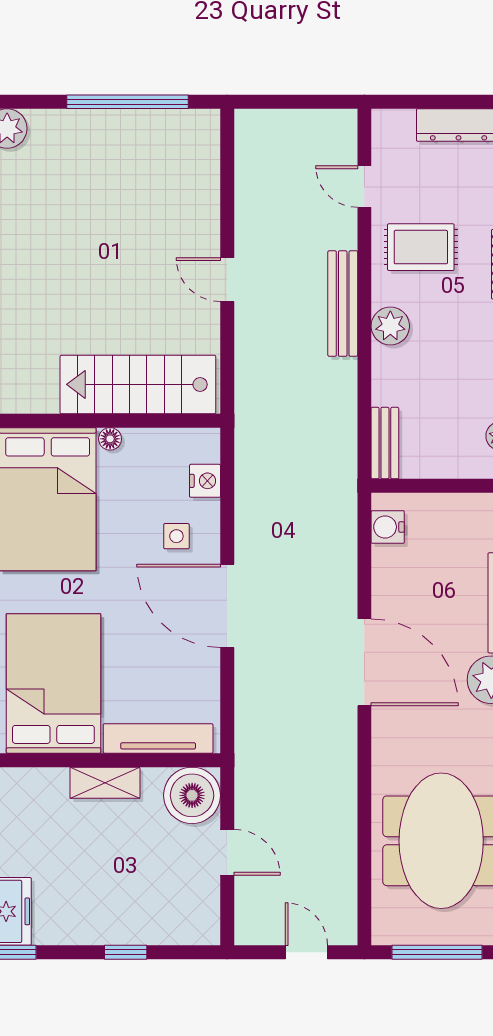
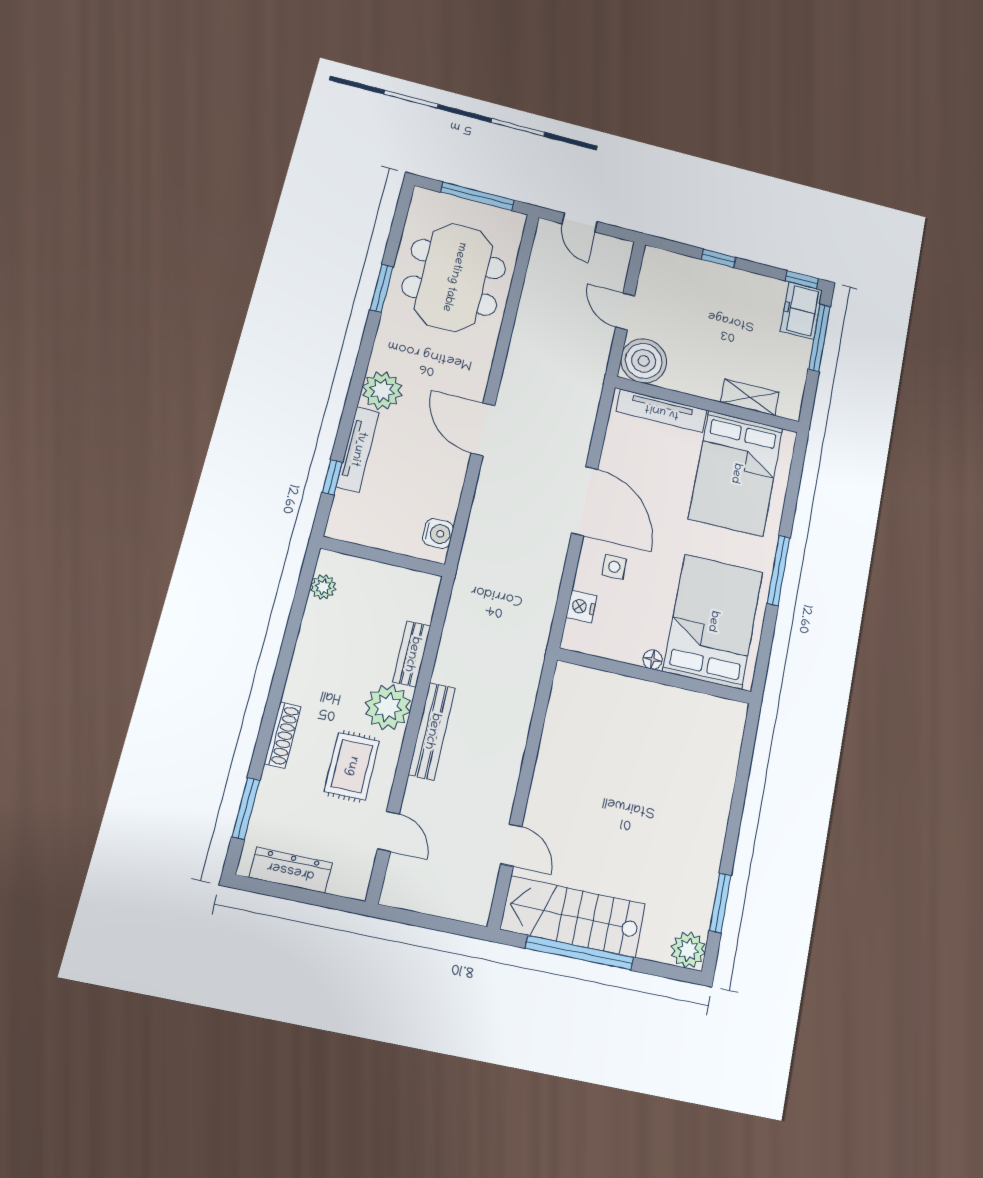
rug: (421, 247) -> (352, 766), turned 90
door: (227, 280) -> (511, 845), moved
plant: (390, 326) -> (388, 707), width x1.36, depth x1.36
stairs: (138, 384) -> (573, 917), moved, turned 180
bench: (385, 443) -> (412, 654), moved
door: (364, 662) -> (483, 429), width x0.73
shelving: (105, 783) -> (750, 397), moved

